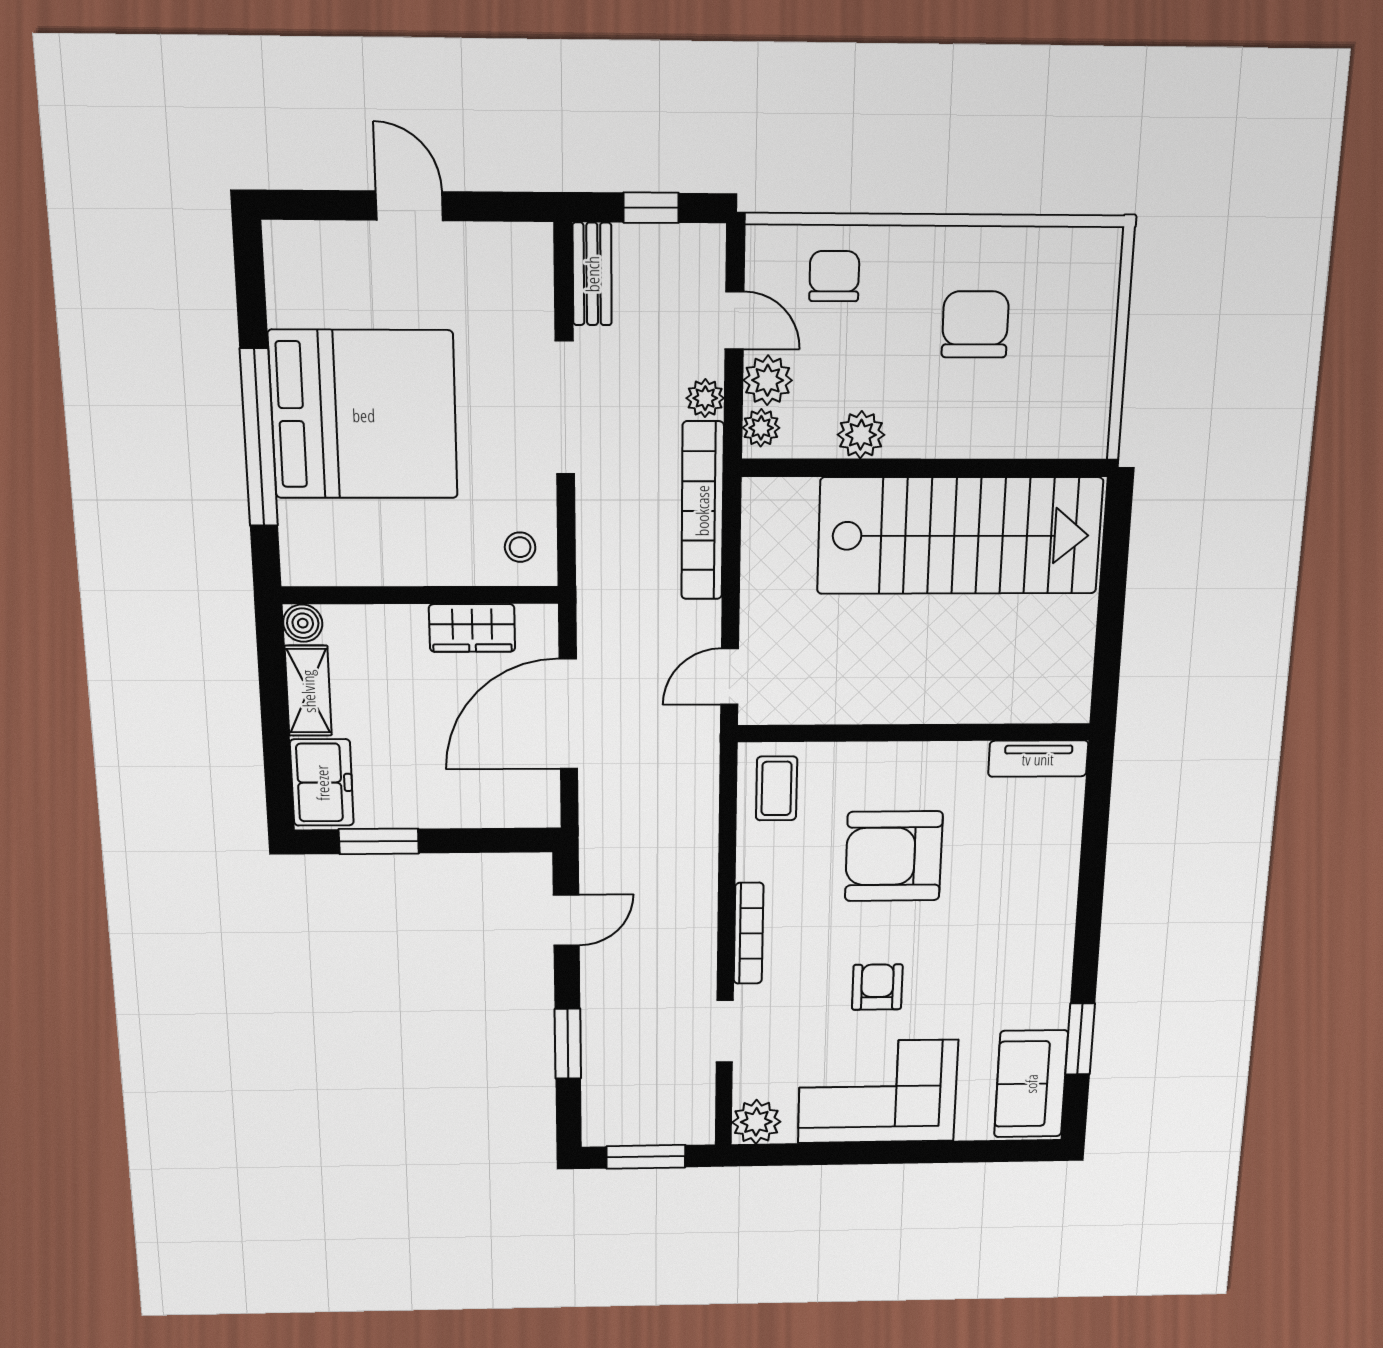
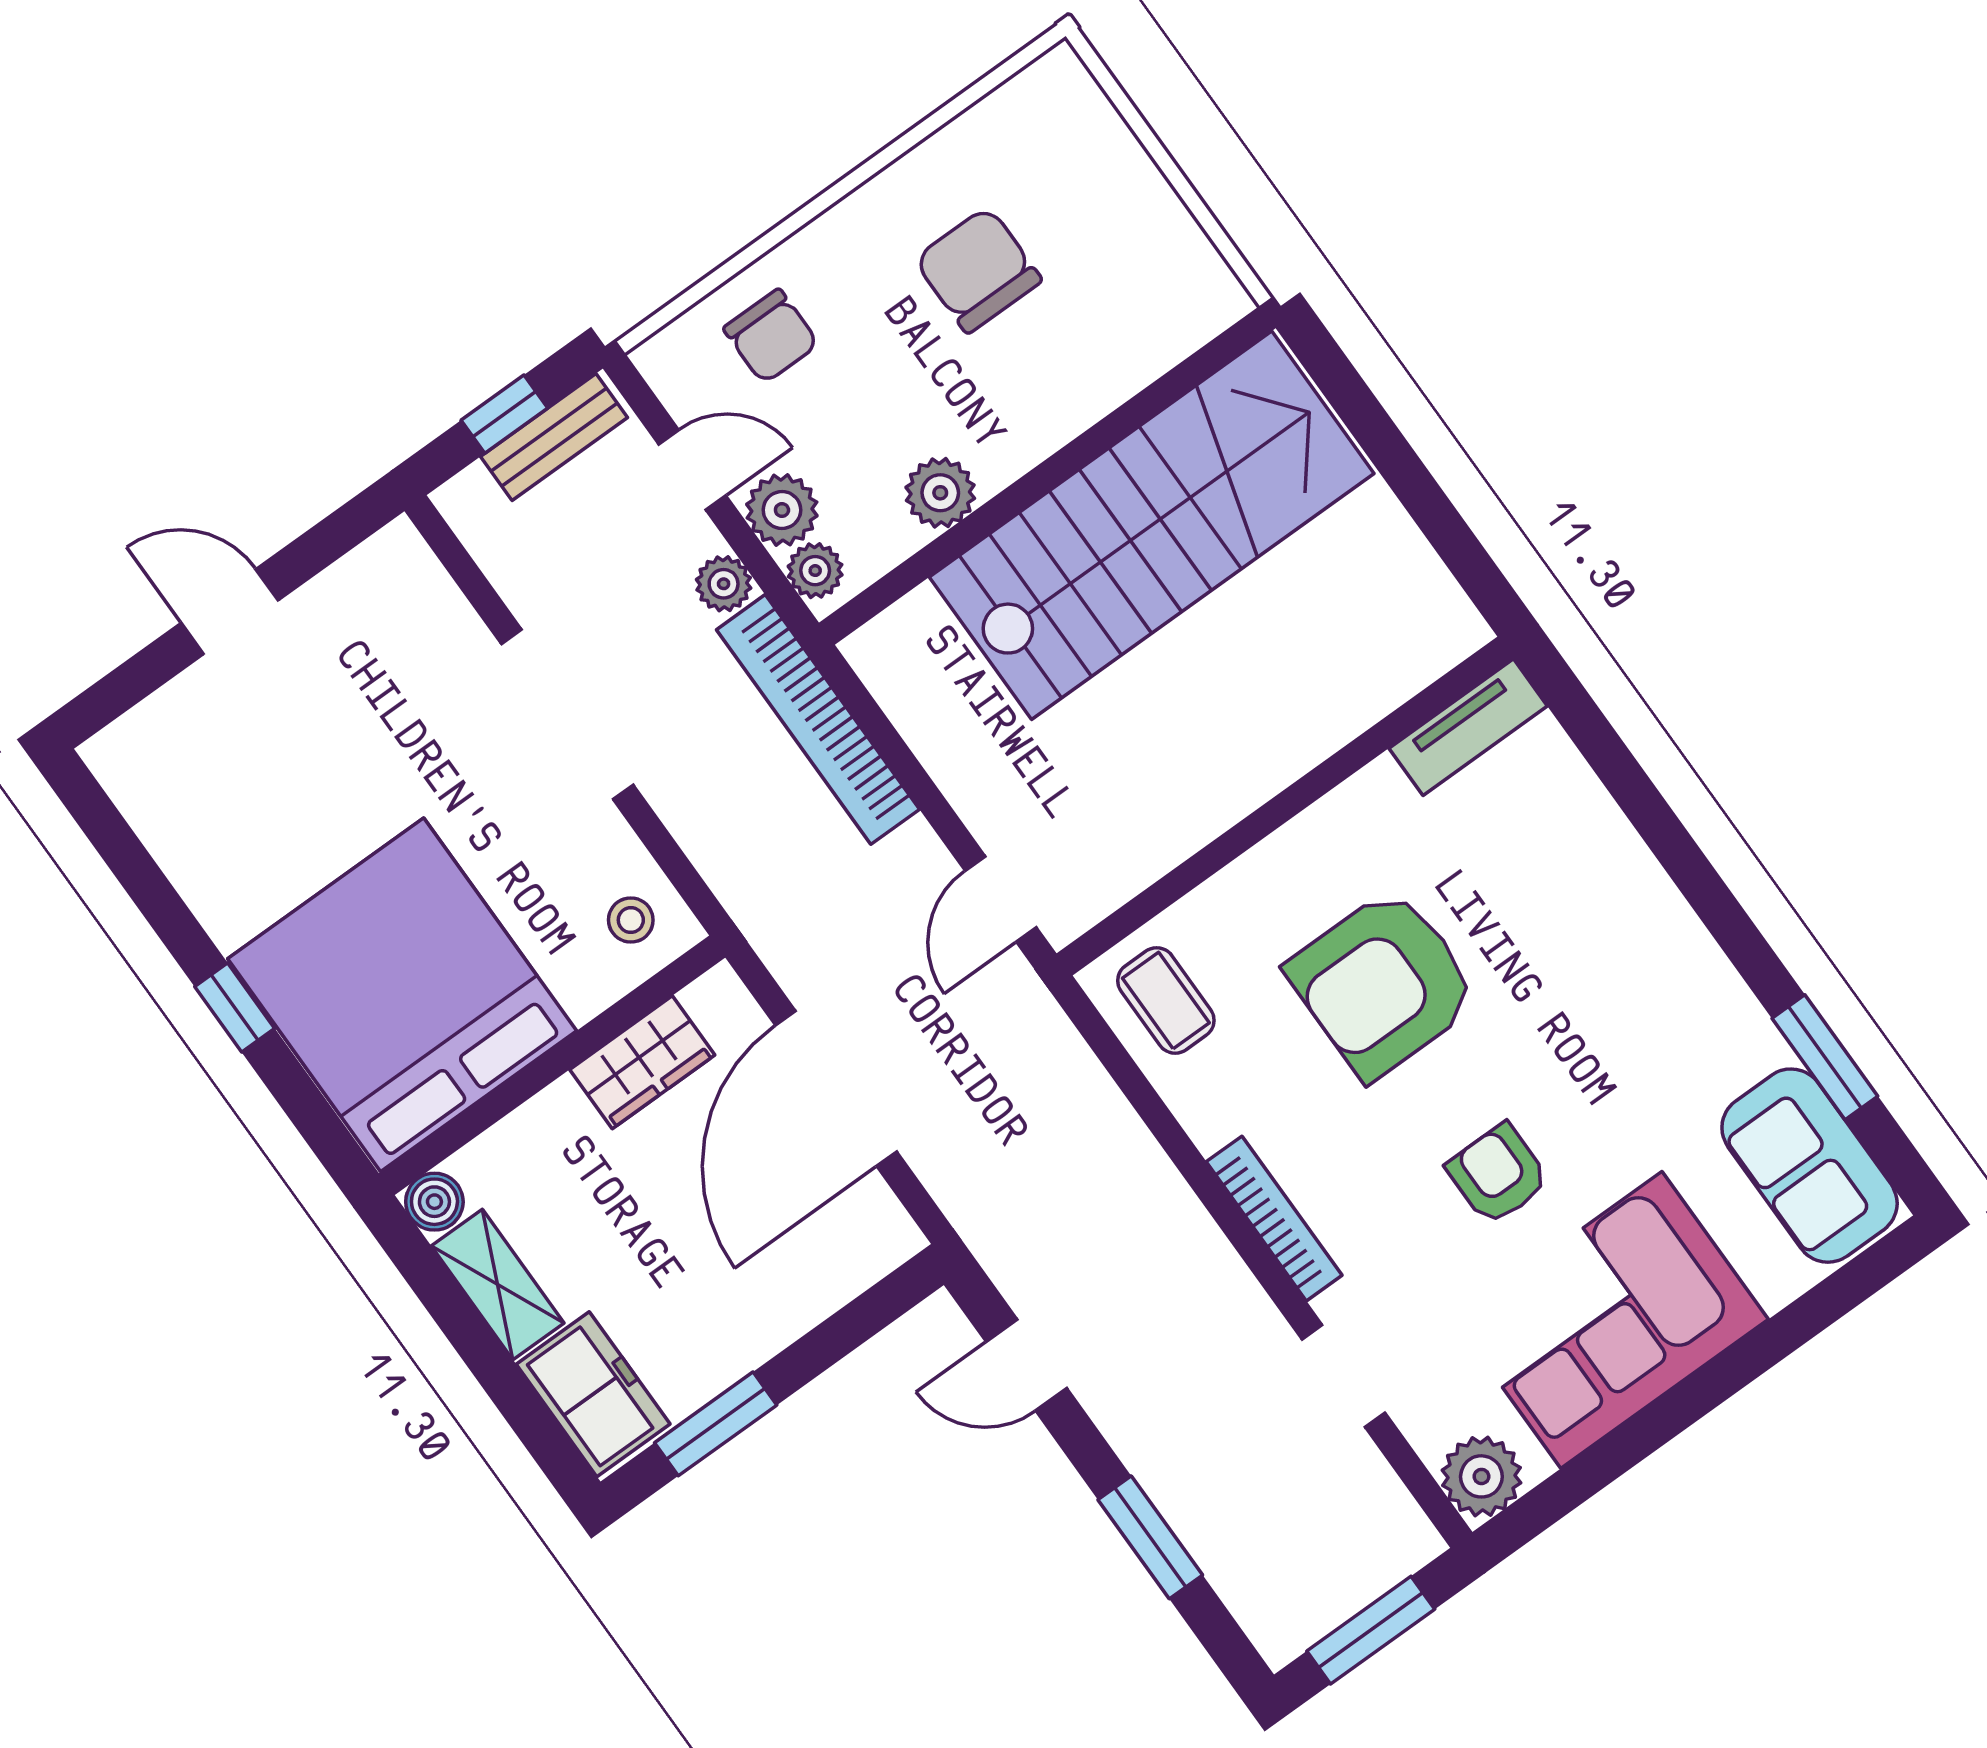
bench: (592, 274) -> (554, 437), moved, turned 90
chair: (834, 276) -> (771, 336), turned 180
bed: (364, 415) -> (402, 995), moved, turned -90
window: (259, 438) -> (235, 1008), width x0.32
door: (566, 920) -> (1026, 1365), swing flipped

